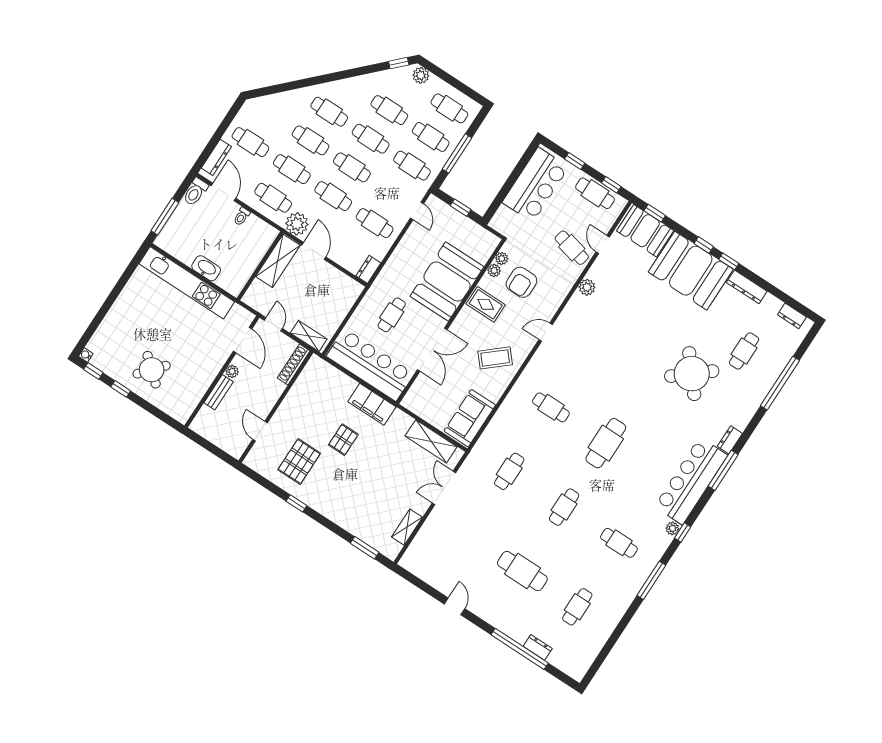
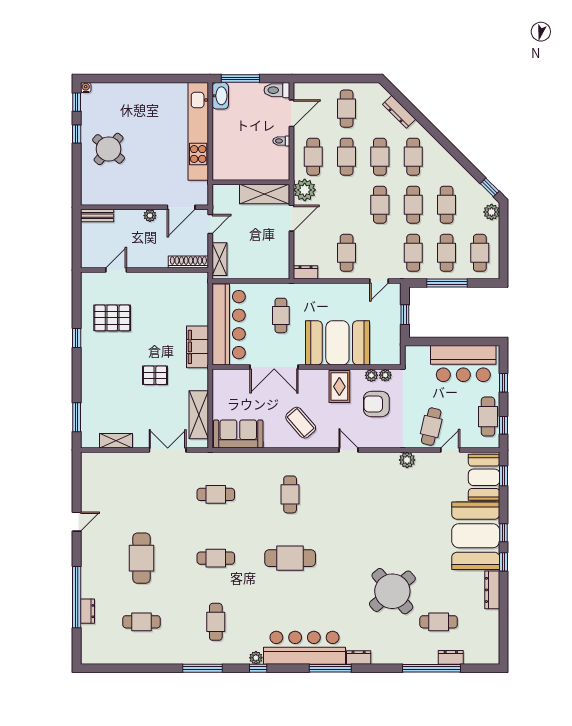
dresser: (216, 157) -> (399, 112), moved, turned 45
cafe table: (333, 196) -> (347, 205), removed
washbasin: (206, 268) -> (220, 96), moved
cafe table: (392, 315) -> (281, 315), turned 90
dresser: (792, 316) -> (451, 657), moved, turned 90
bench: (219, 392) -> (97, 216), moved
pallet: (343, 440) -> (155, 375), moved

